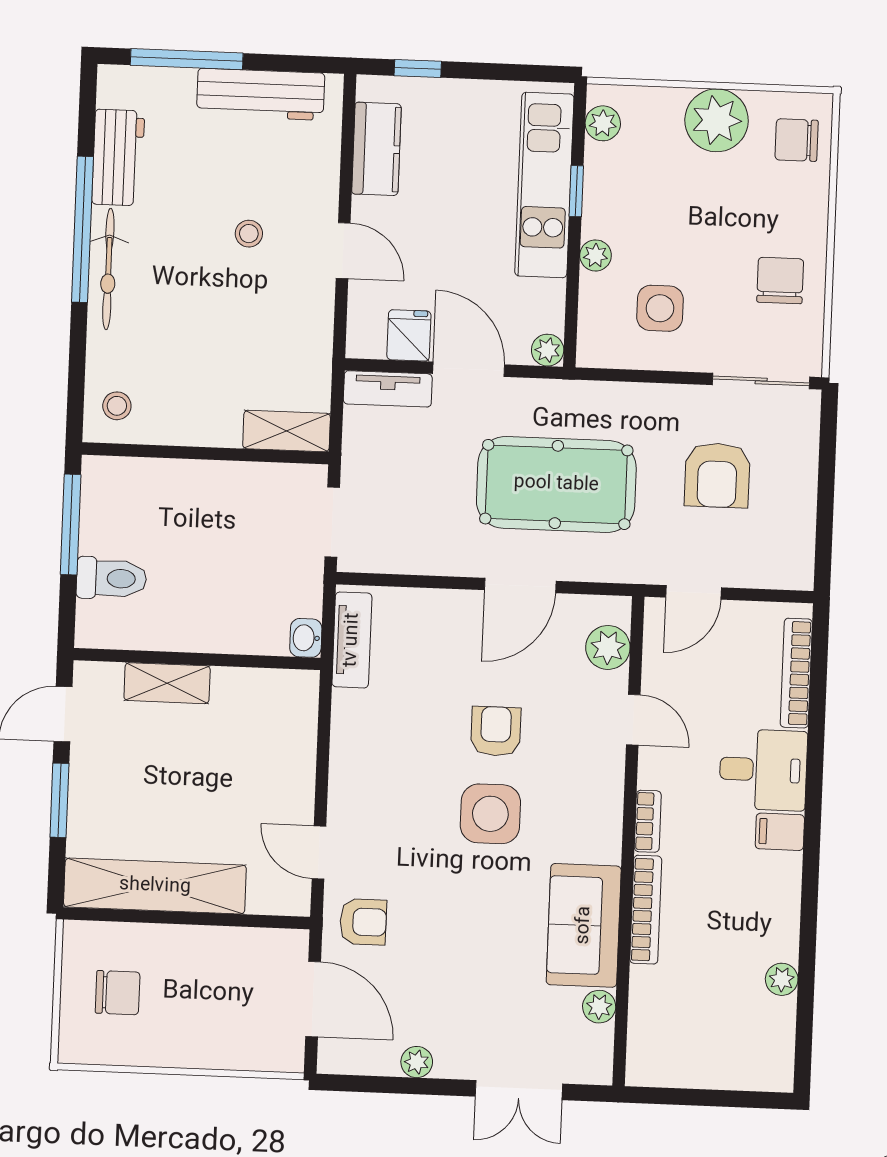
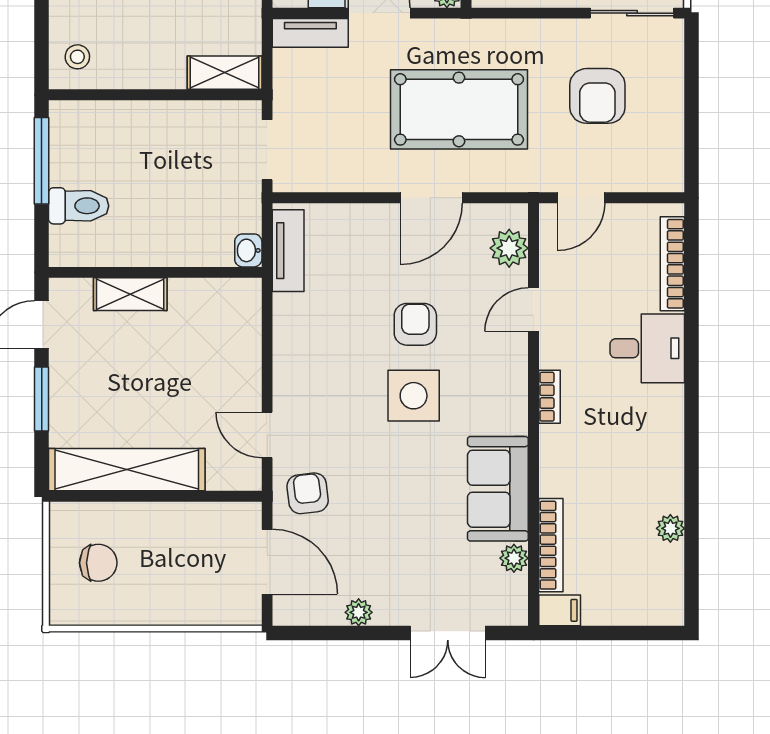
door: (633, 720) -> (534, 310), swing flipped
filing cabinet: (780, 832) -> (560, 610), moved, turned 180
bookcase: (646, 910) -> (551, 545), moved
armchair: (363, 922) -> (308, 493), turned -97

